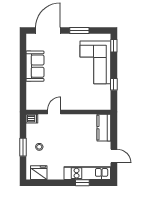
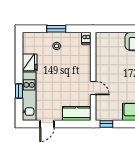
window: (114, 84) -> (106, 124), moved
door: (54, 112) -> (93, 88), moved
fridge: (39, 173) -> (30, 62), moved

